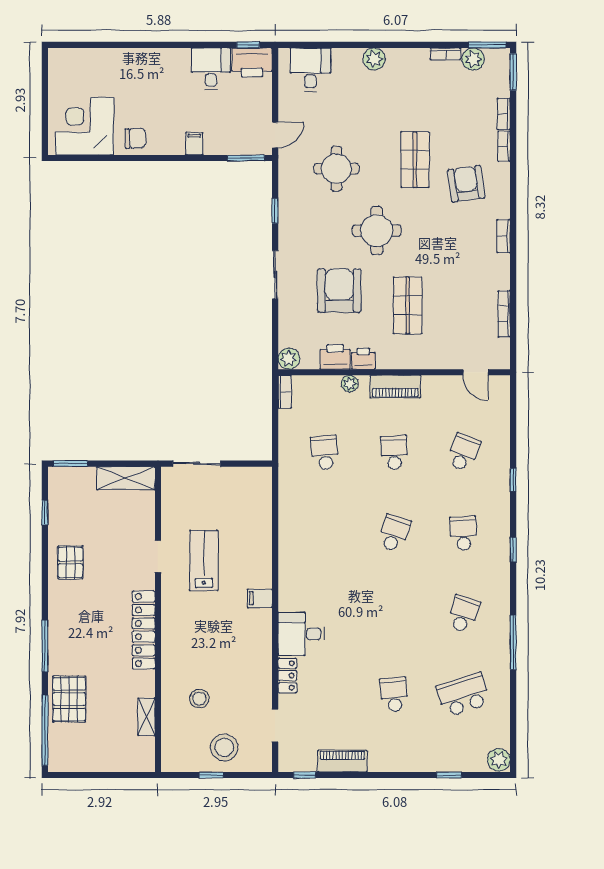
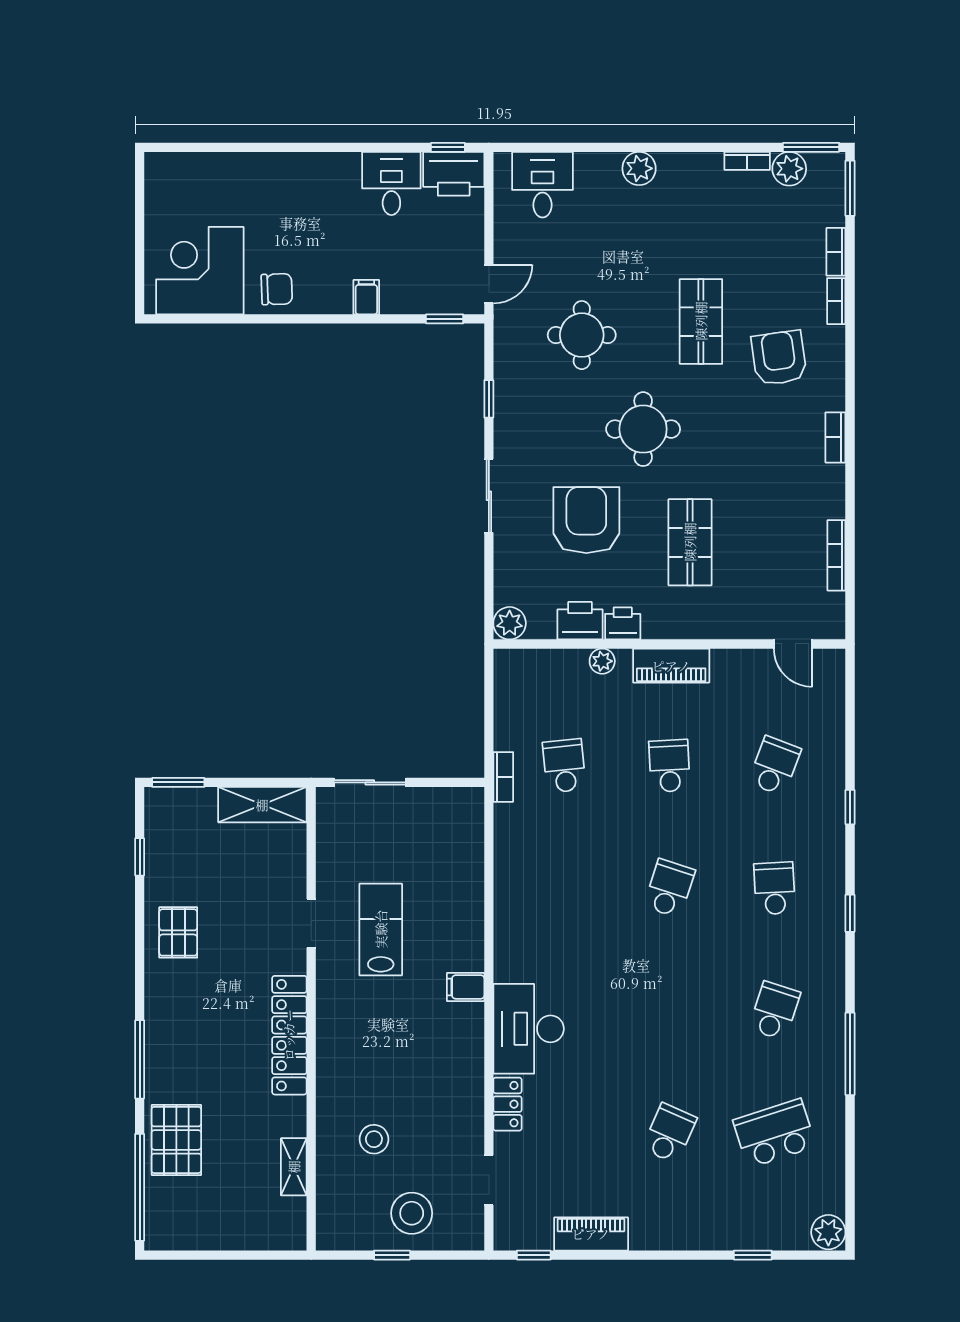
window: (246, 158) -> (445, 319), width x0.67
bookcase: (285, 392) -> (503, 777), moved
desk: (301, 634) -> (529, 1029), width x1.37
school desk: (394, 695) -> (669, 1133), turned 30

